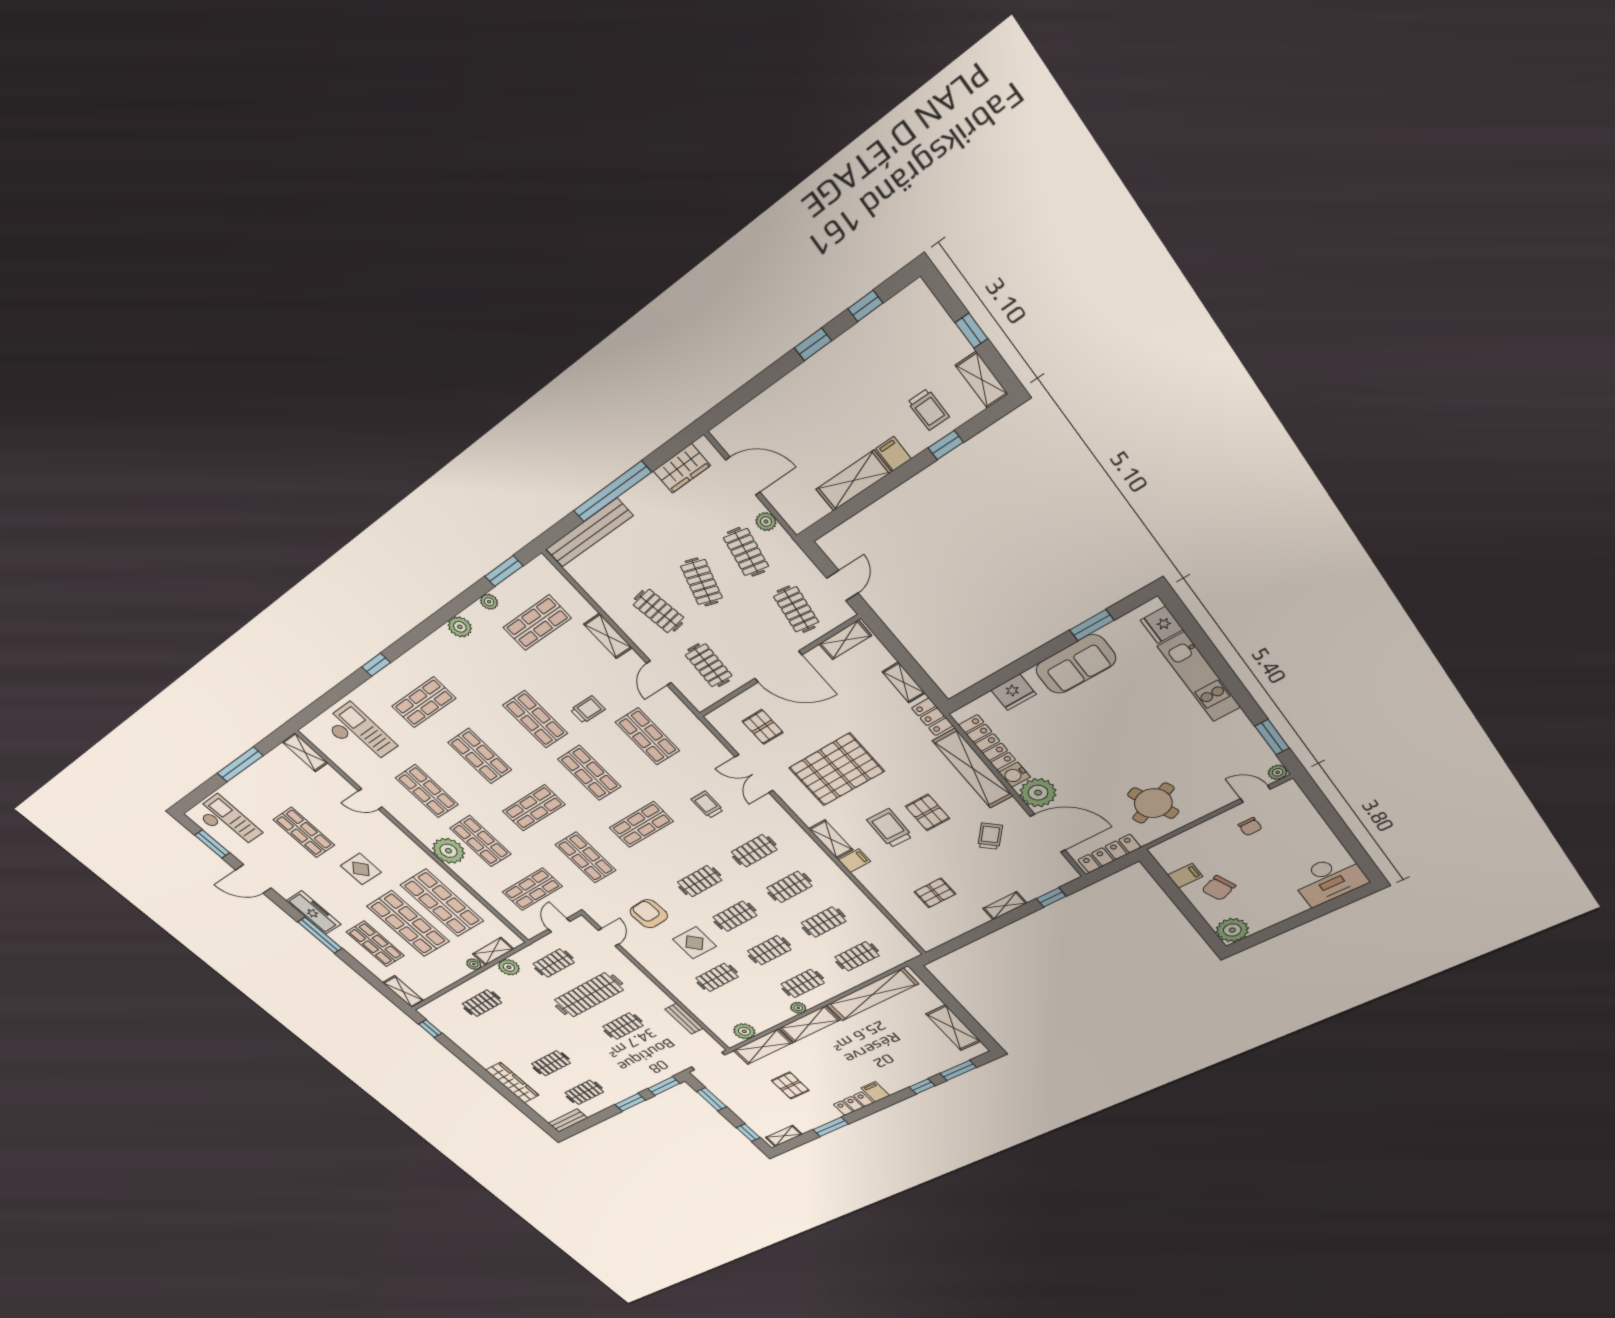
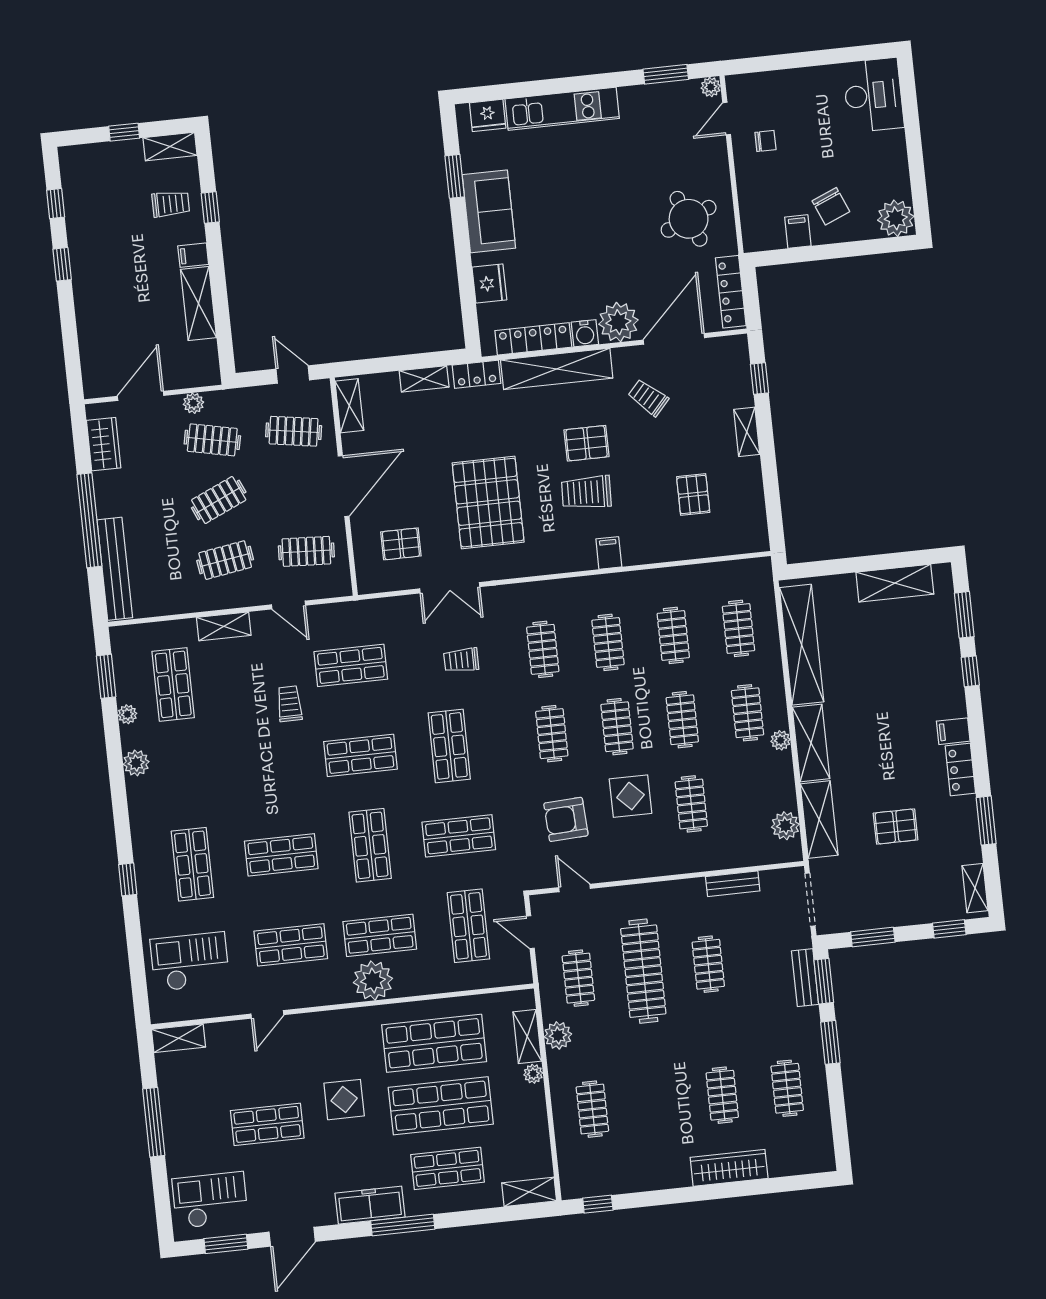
clothes rail: (702, 582) -> (219, 500), turned -42
shop shelf: (535, 719) -> (272, 765), removed
shelving: (831, 839) -> (569, 561), removed
bench: (568, 1121) -> (805, 978), moved

